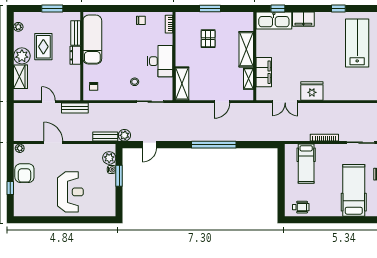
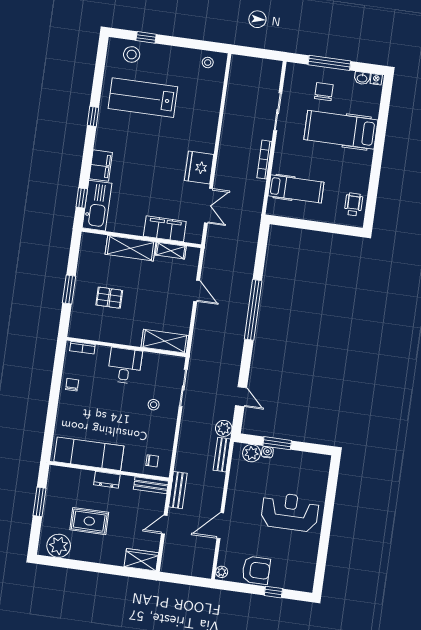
plant: (18, 27) -> (59, 546), width x1.88, depth x1.88
bench: (76, 33) -> (151, 485), moved
plant: (22, 56) -> (98, 552), removed
desk: (160, 61) -> (125, 366), width x0.73
wardrobe: (20, 77) -> (141, 560), moved

